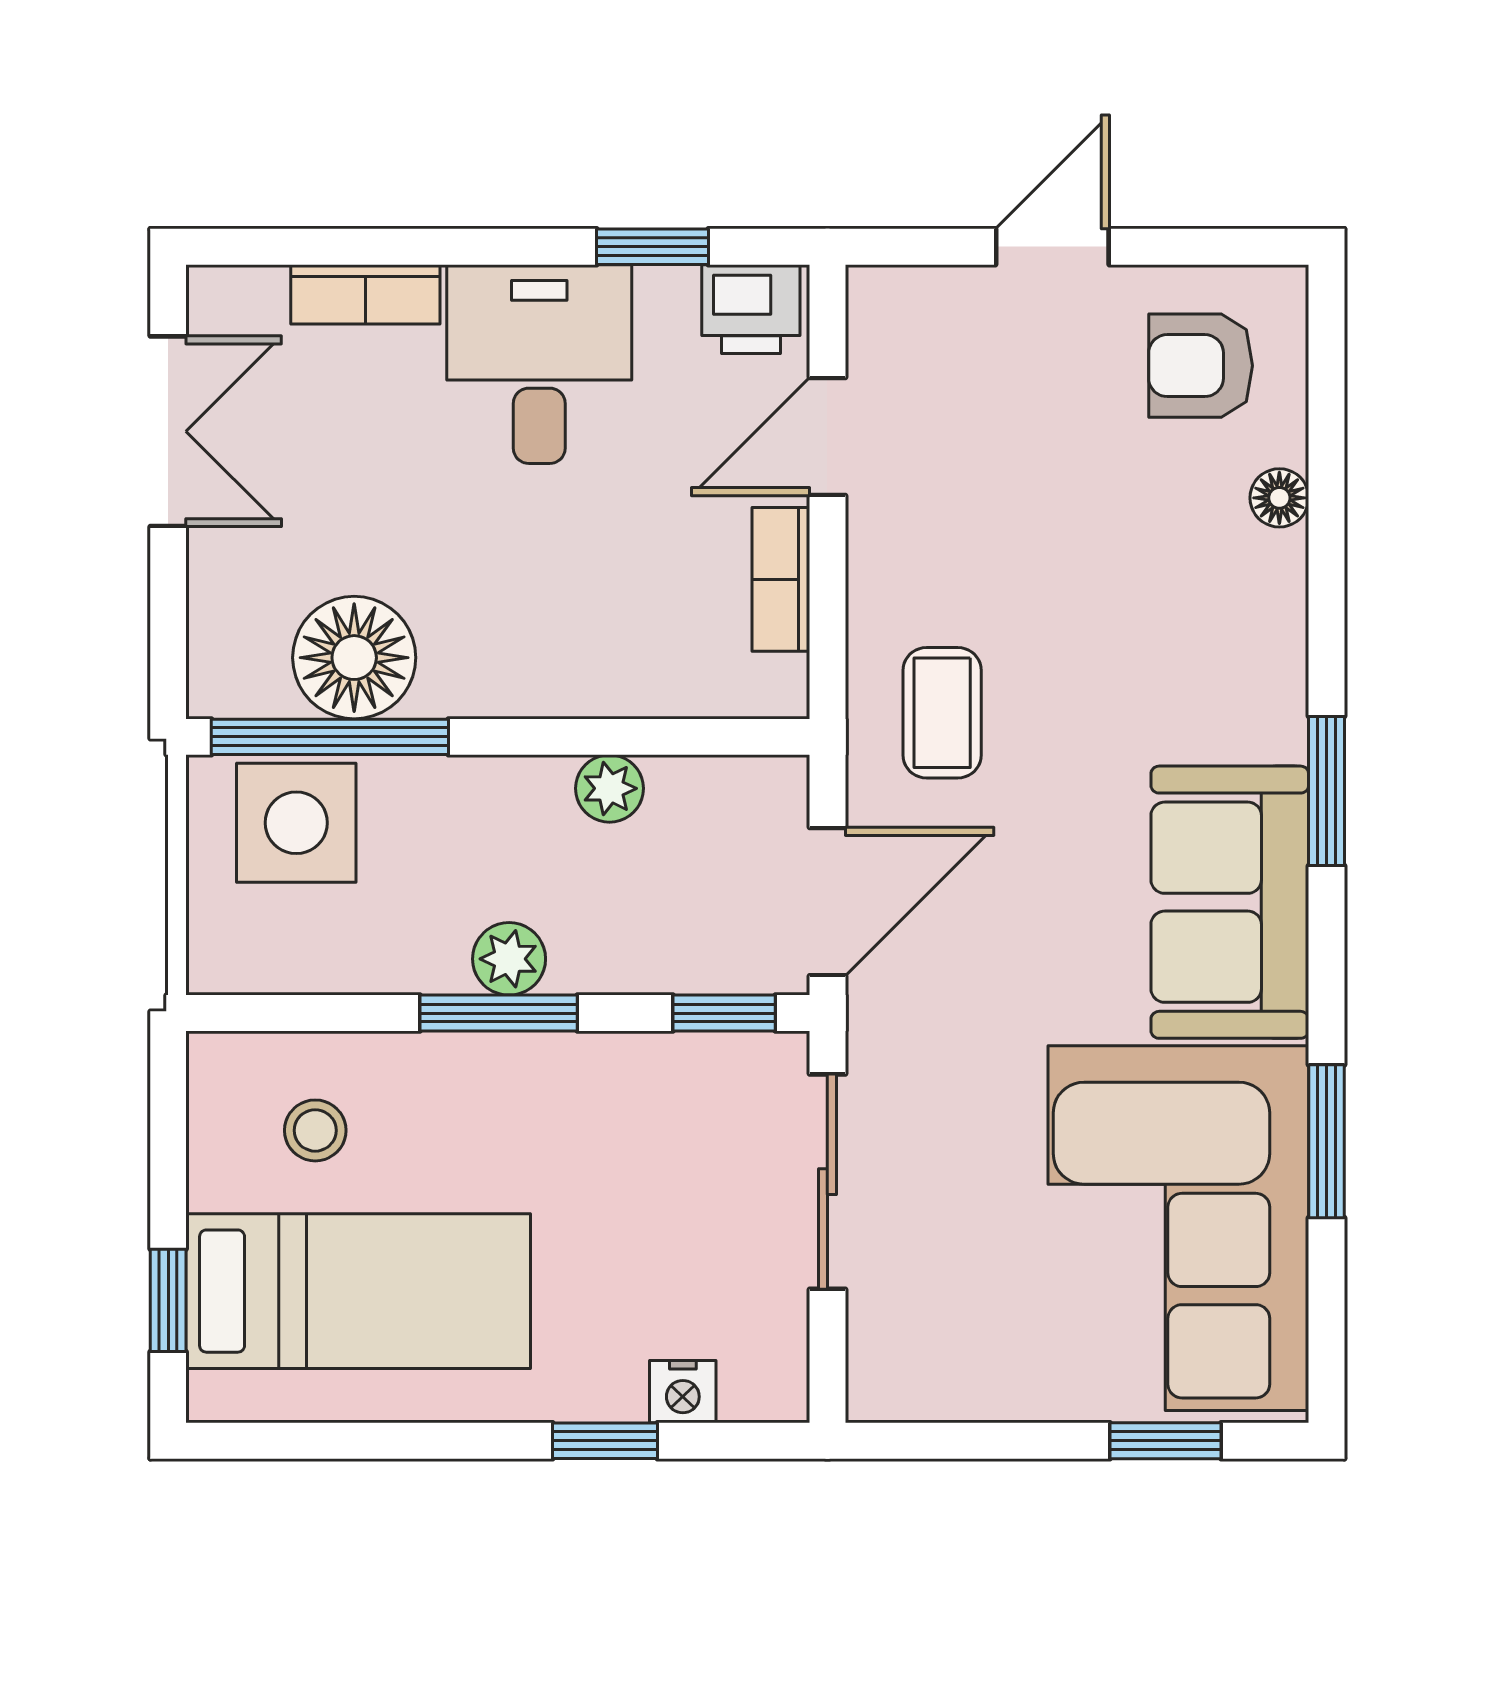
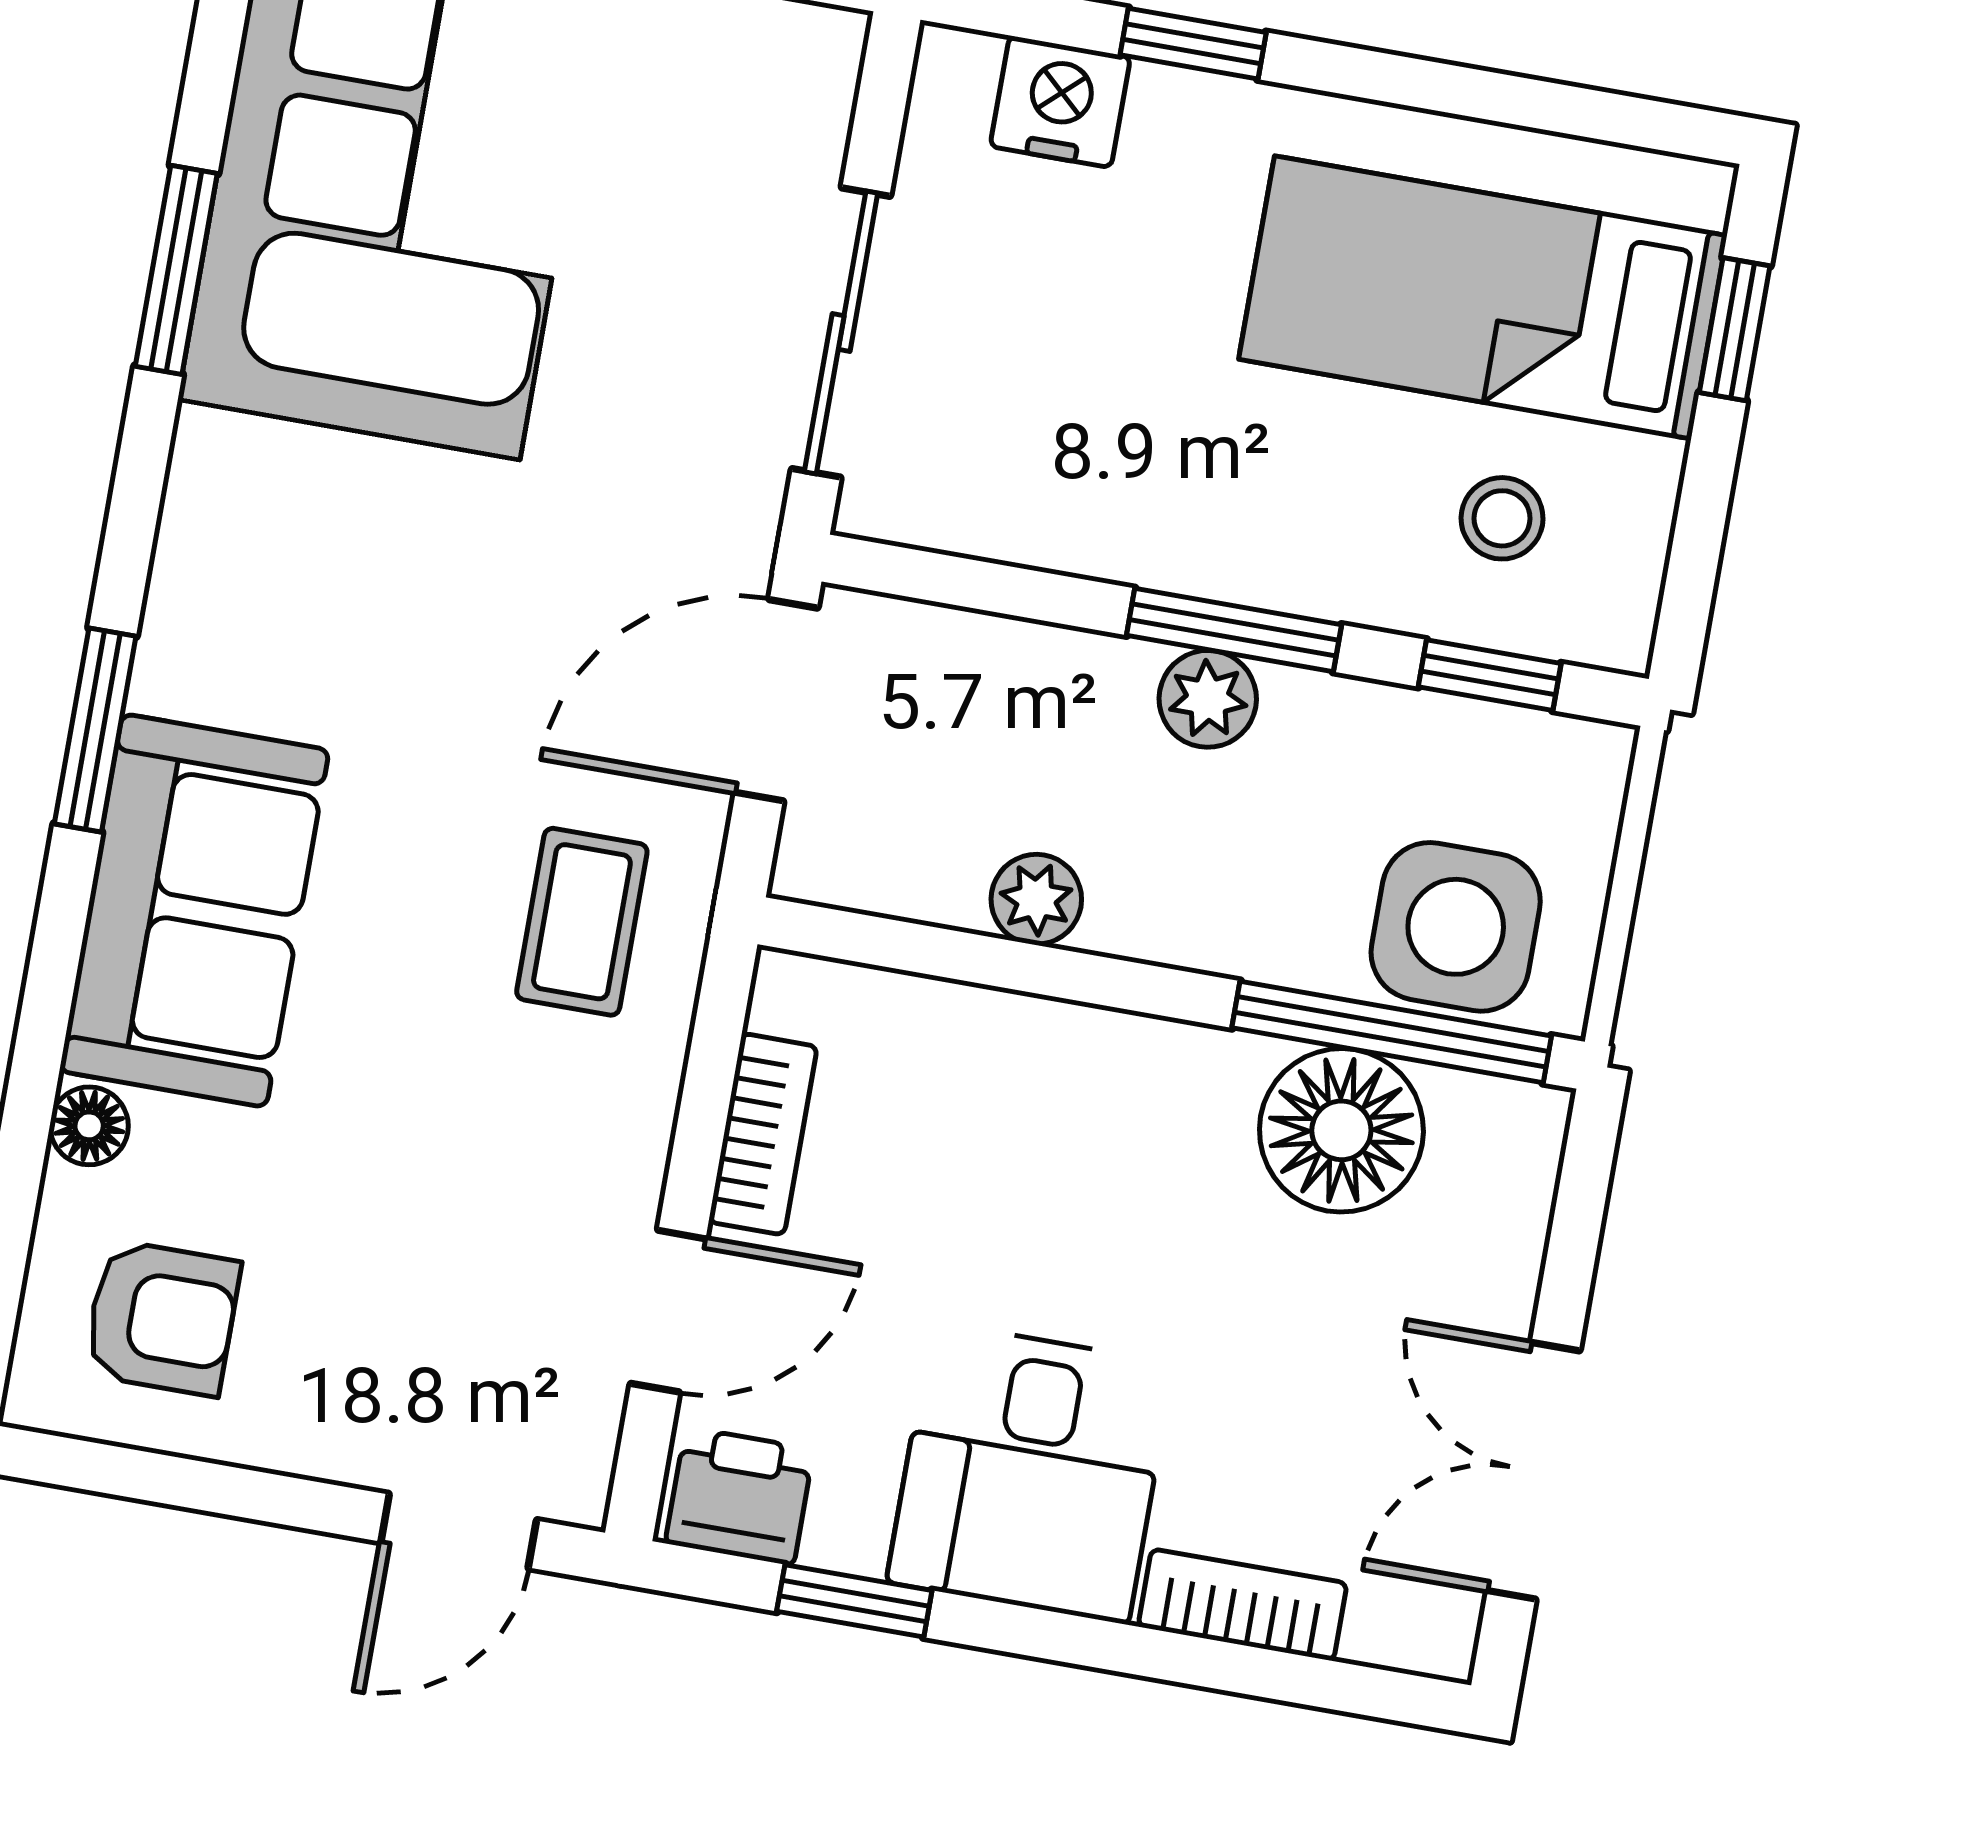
door: (1052, 247) -> (459, 1531), moved
sofa: (1230, 902) -> (194, 911), moved
window: (724, 1013) -> (1490, 675), moved
nightstand: (683, 1392) -> (1060, 102), width x1.39, depth x1.35

